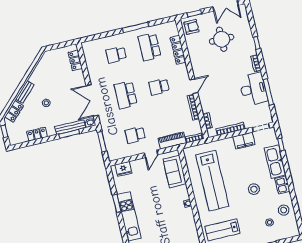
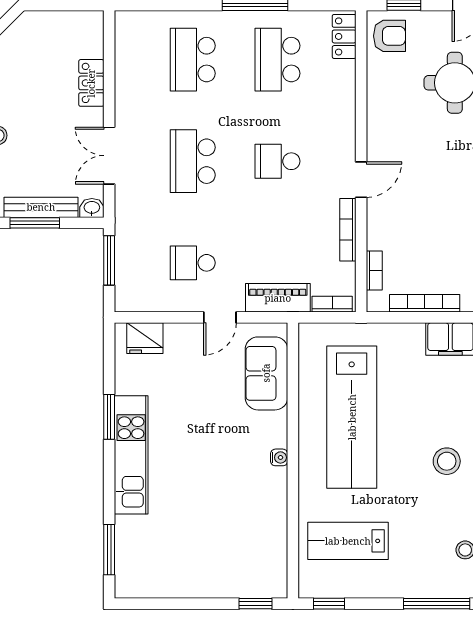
locker: (178, 50) -> (344, 36), moved, width x0.66
school desk: (116, 55) -> (193, 60), width x1.85
locker: (75, 60) -> (91, 83), moved
double door: (92, 100) -> (109, 156), width x0.73

